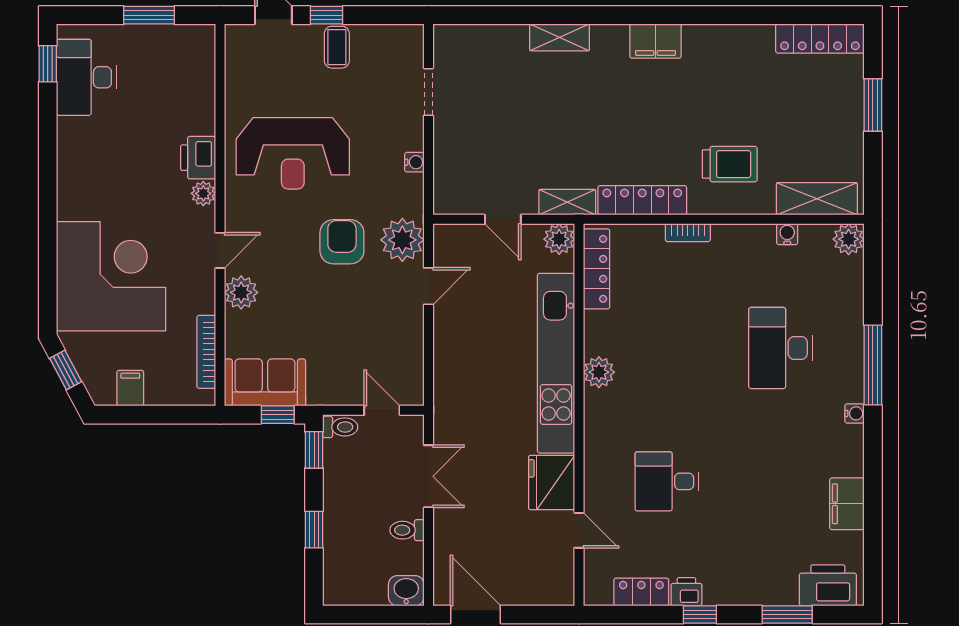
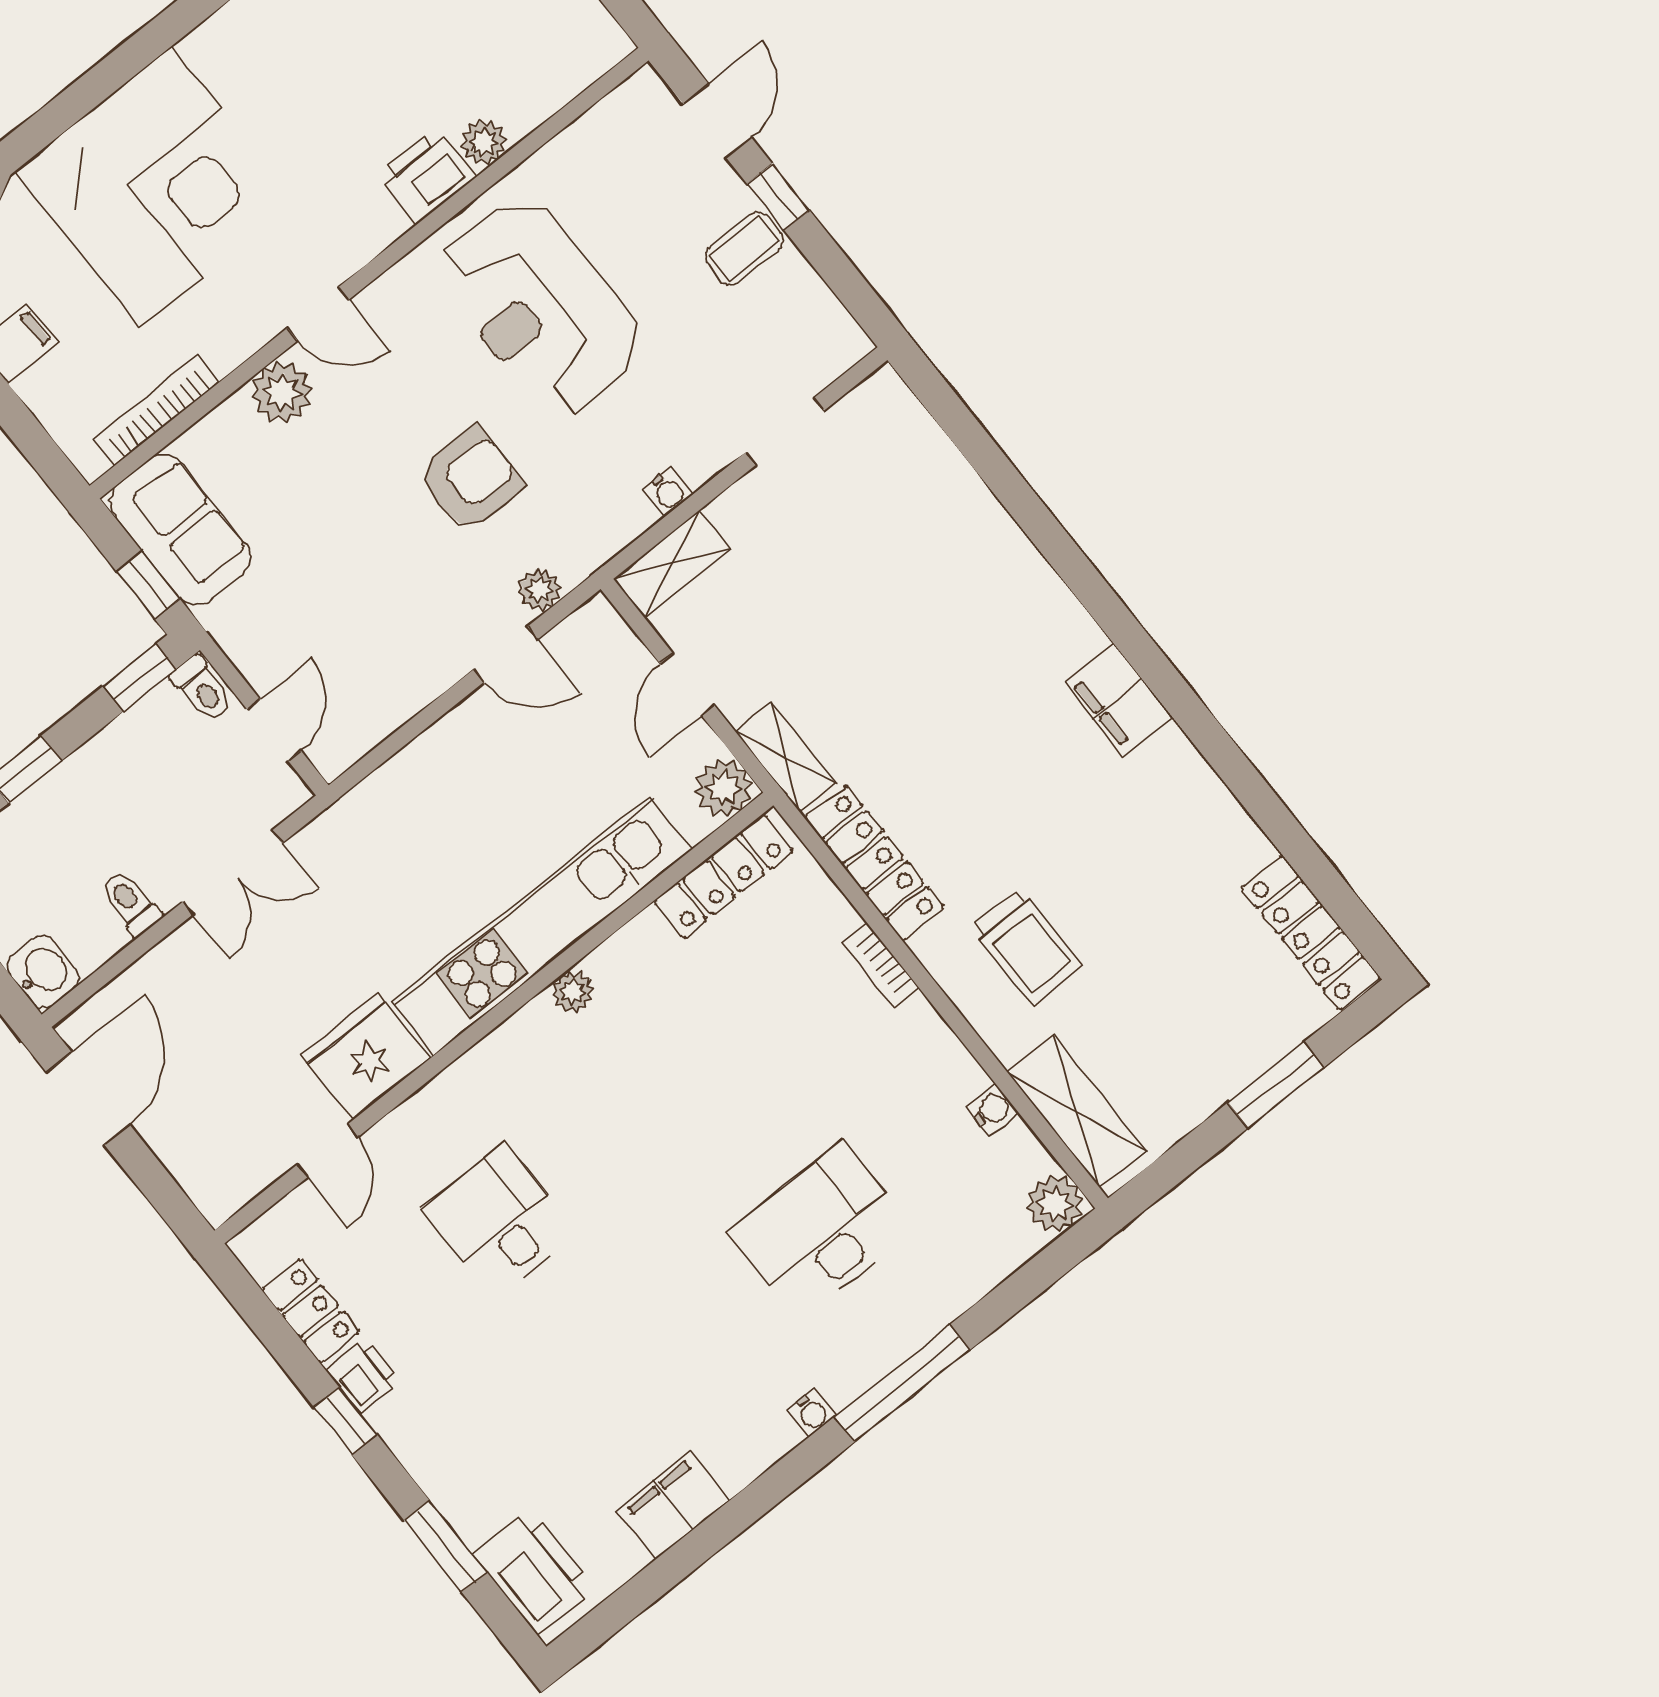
shelving: (560, 37) -> (672, 564), moved, turned 90
plant: (203, 193) -> (484, 142), moved
plant: (402, 240) -> (539, 590), width x0.53, depth x0.53
plant: (599, 372) -> (573, 992), width x0.73, depth x0.73

